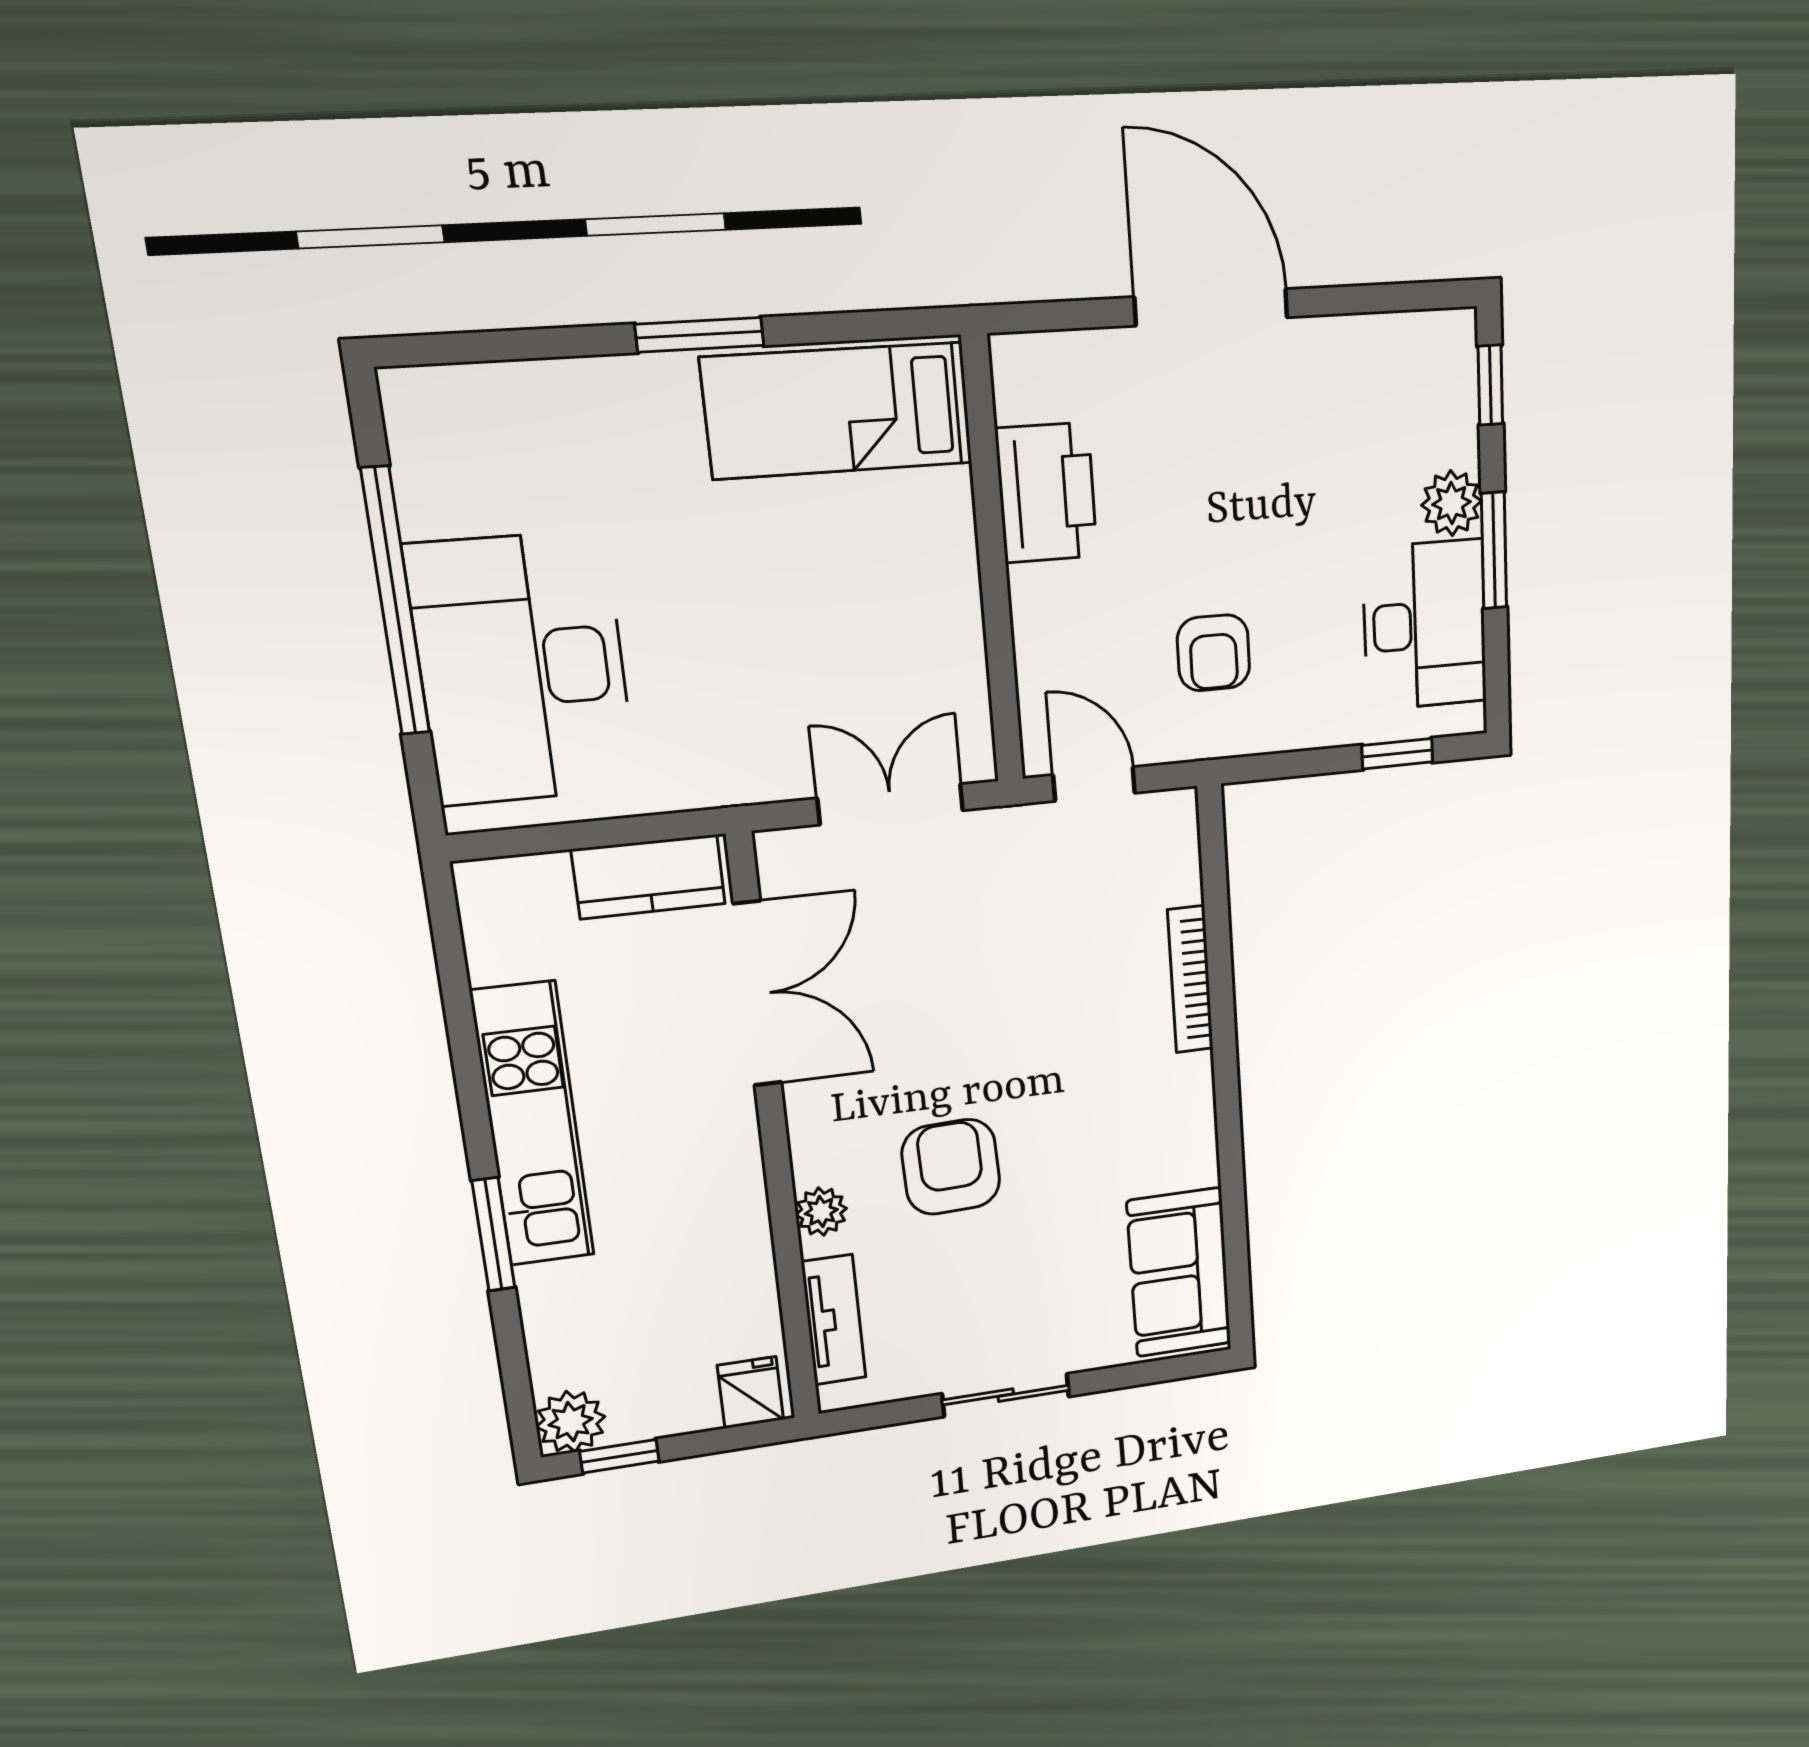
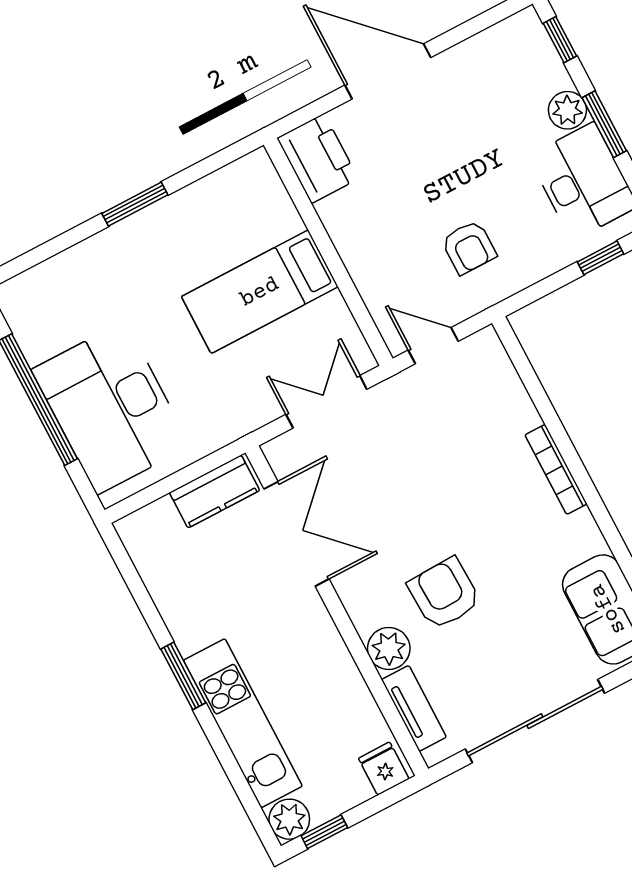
bed: (838, 411) -> (260, 292), moved
printer: (1046, 493) -> (318, 158), moved
bookcase: (1190, 979) -> (556, 469), moved
kitchen unit: (533, 1125) -> (243, 723), moved
plant: (821, 1212) -> (389, 648), width x1.38, depth x1.38
window: (493, 1234) -> (183, 676), moved
sliding door: (1006, 1395) -> (535, 721), width x1.86

